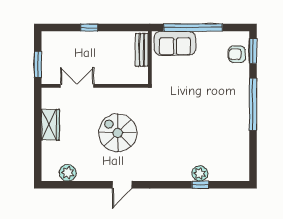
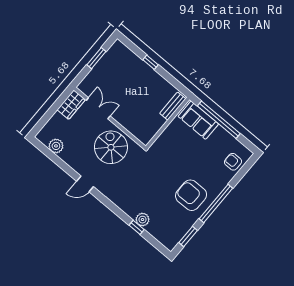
window: (253, 51) -> (188, 237), moved
double door: (77, 86) -> (98, 108), moved
wall: (95, 86) -> (110, 118), moved
armchair: (225, 115) -> (191, 195), added

